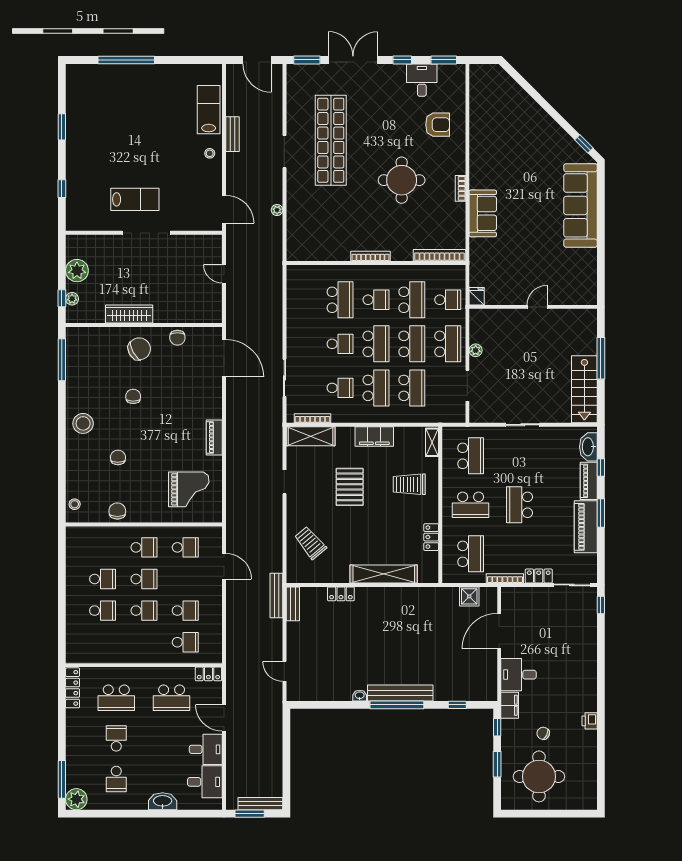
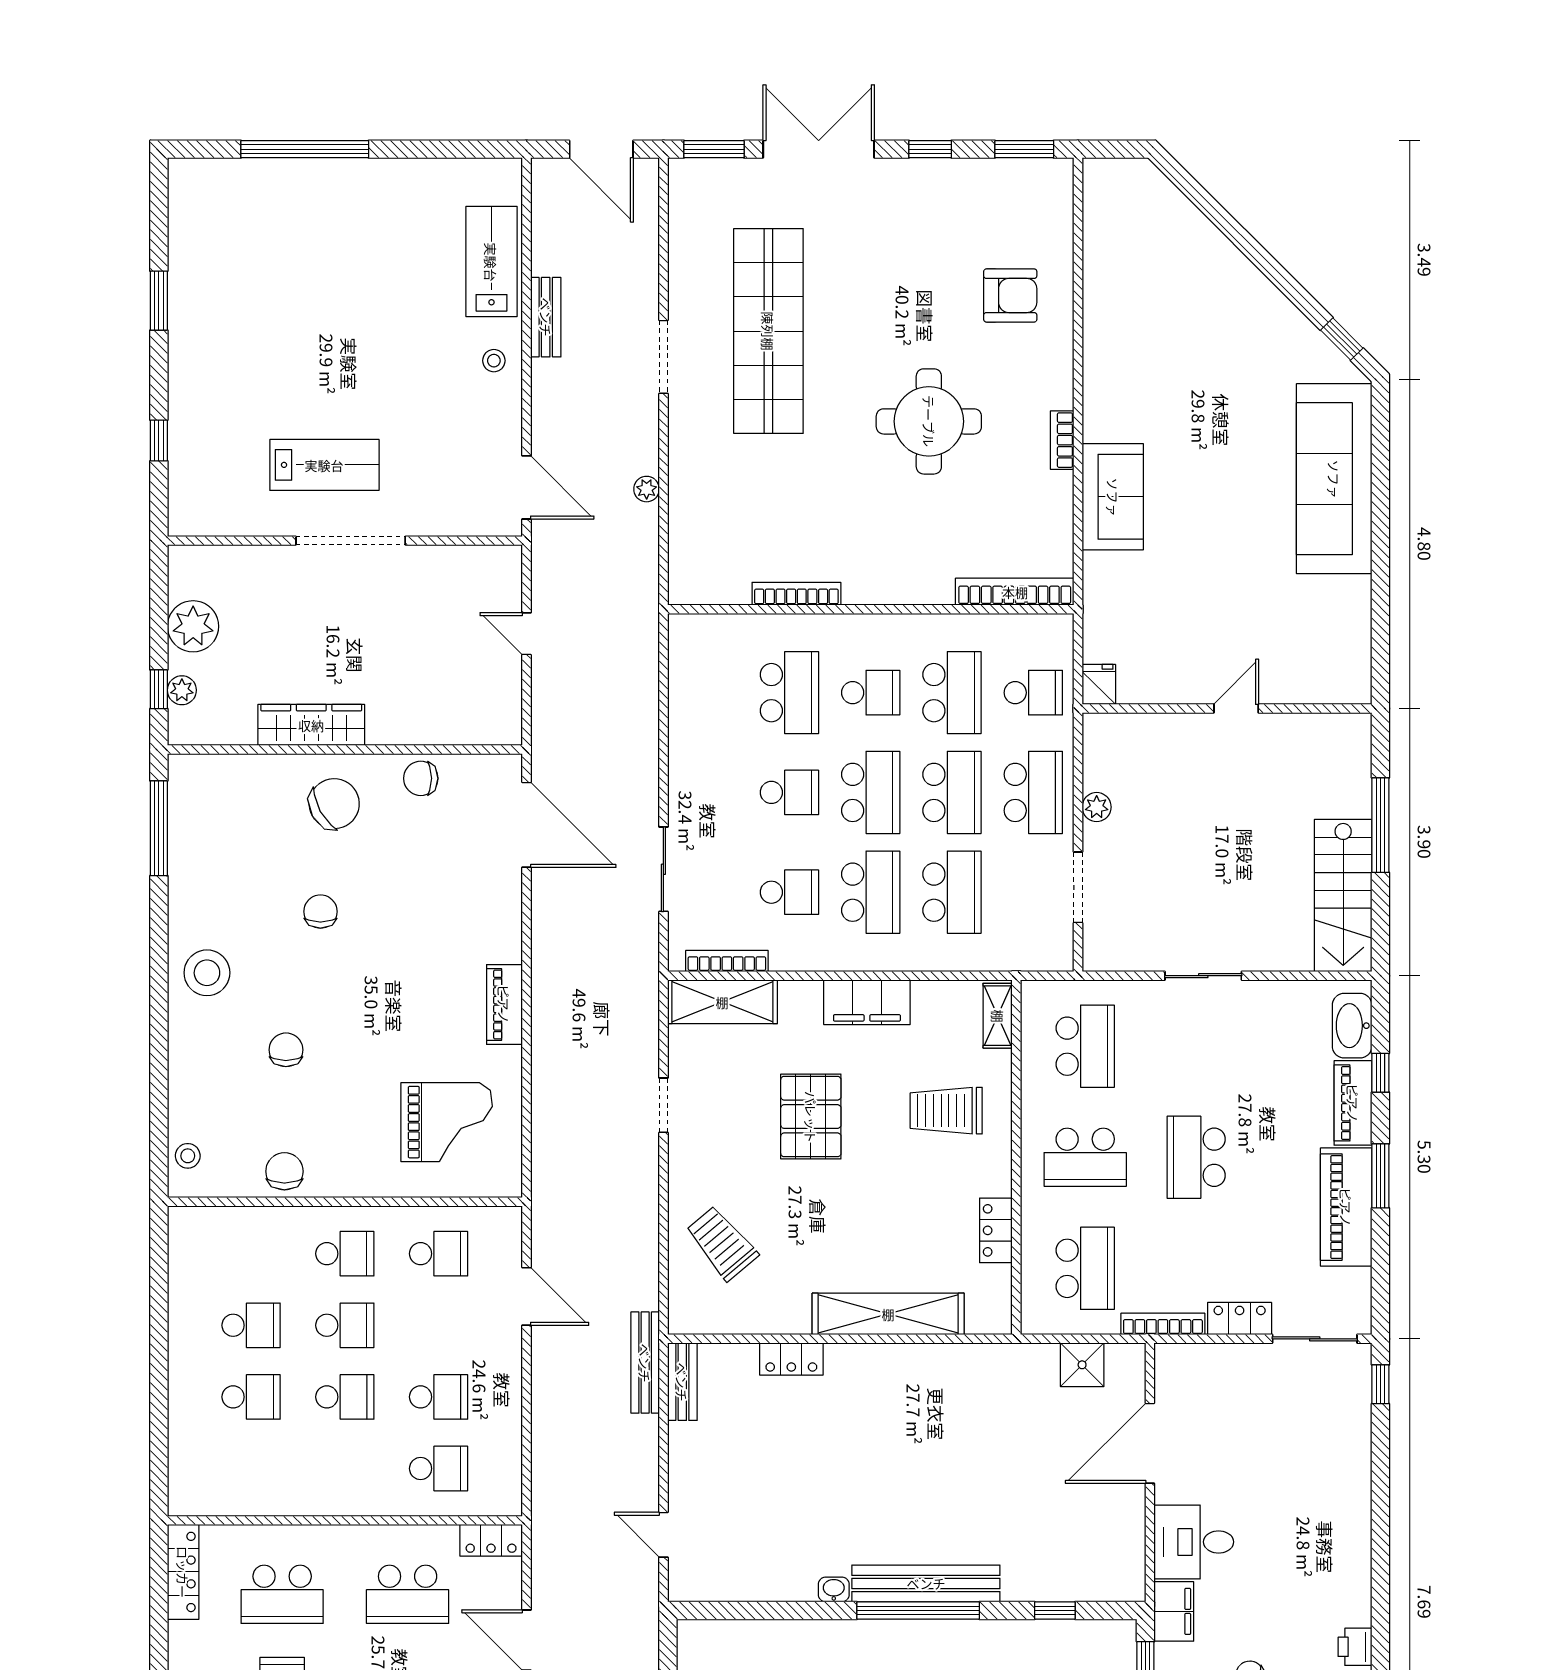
desk: (422, 80) -> (975, 195), removed
bookcase: (370, 256) -> (796, 594), moved
chair: (177, 338) -> (421, 778), turned 90

